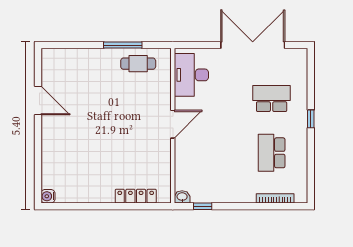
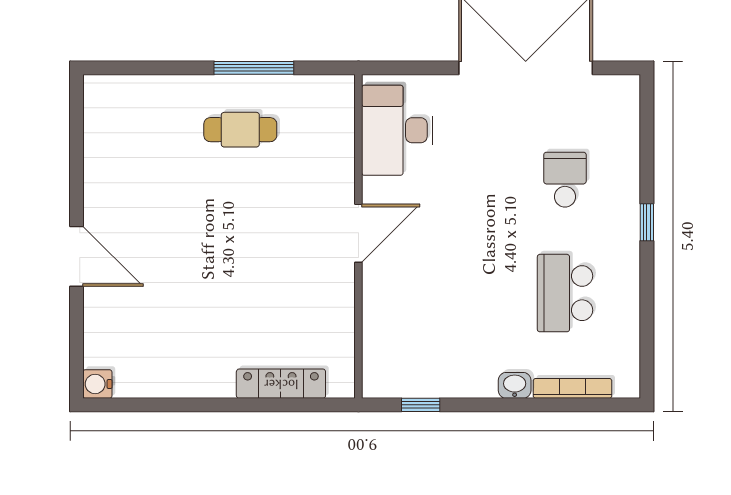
cafe table: (138, 64) -> (240, 130), moved
school desk: (272, 99) -> (565, 180), width x0.54
door: (38, 101) -> (77, 256), moved
washbasin: (182, 197) -> (515, 385), moved

